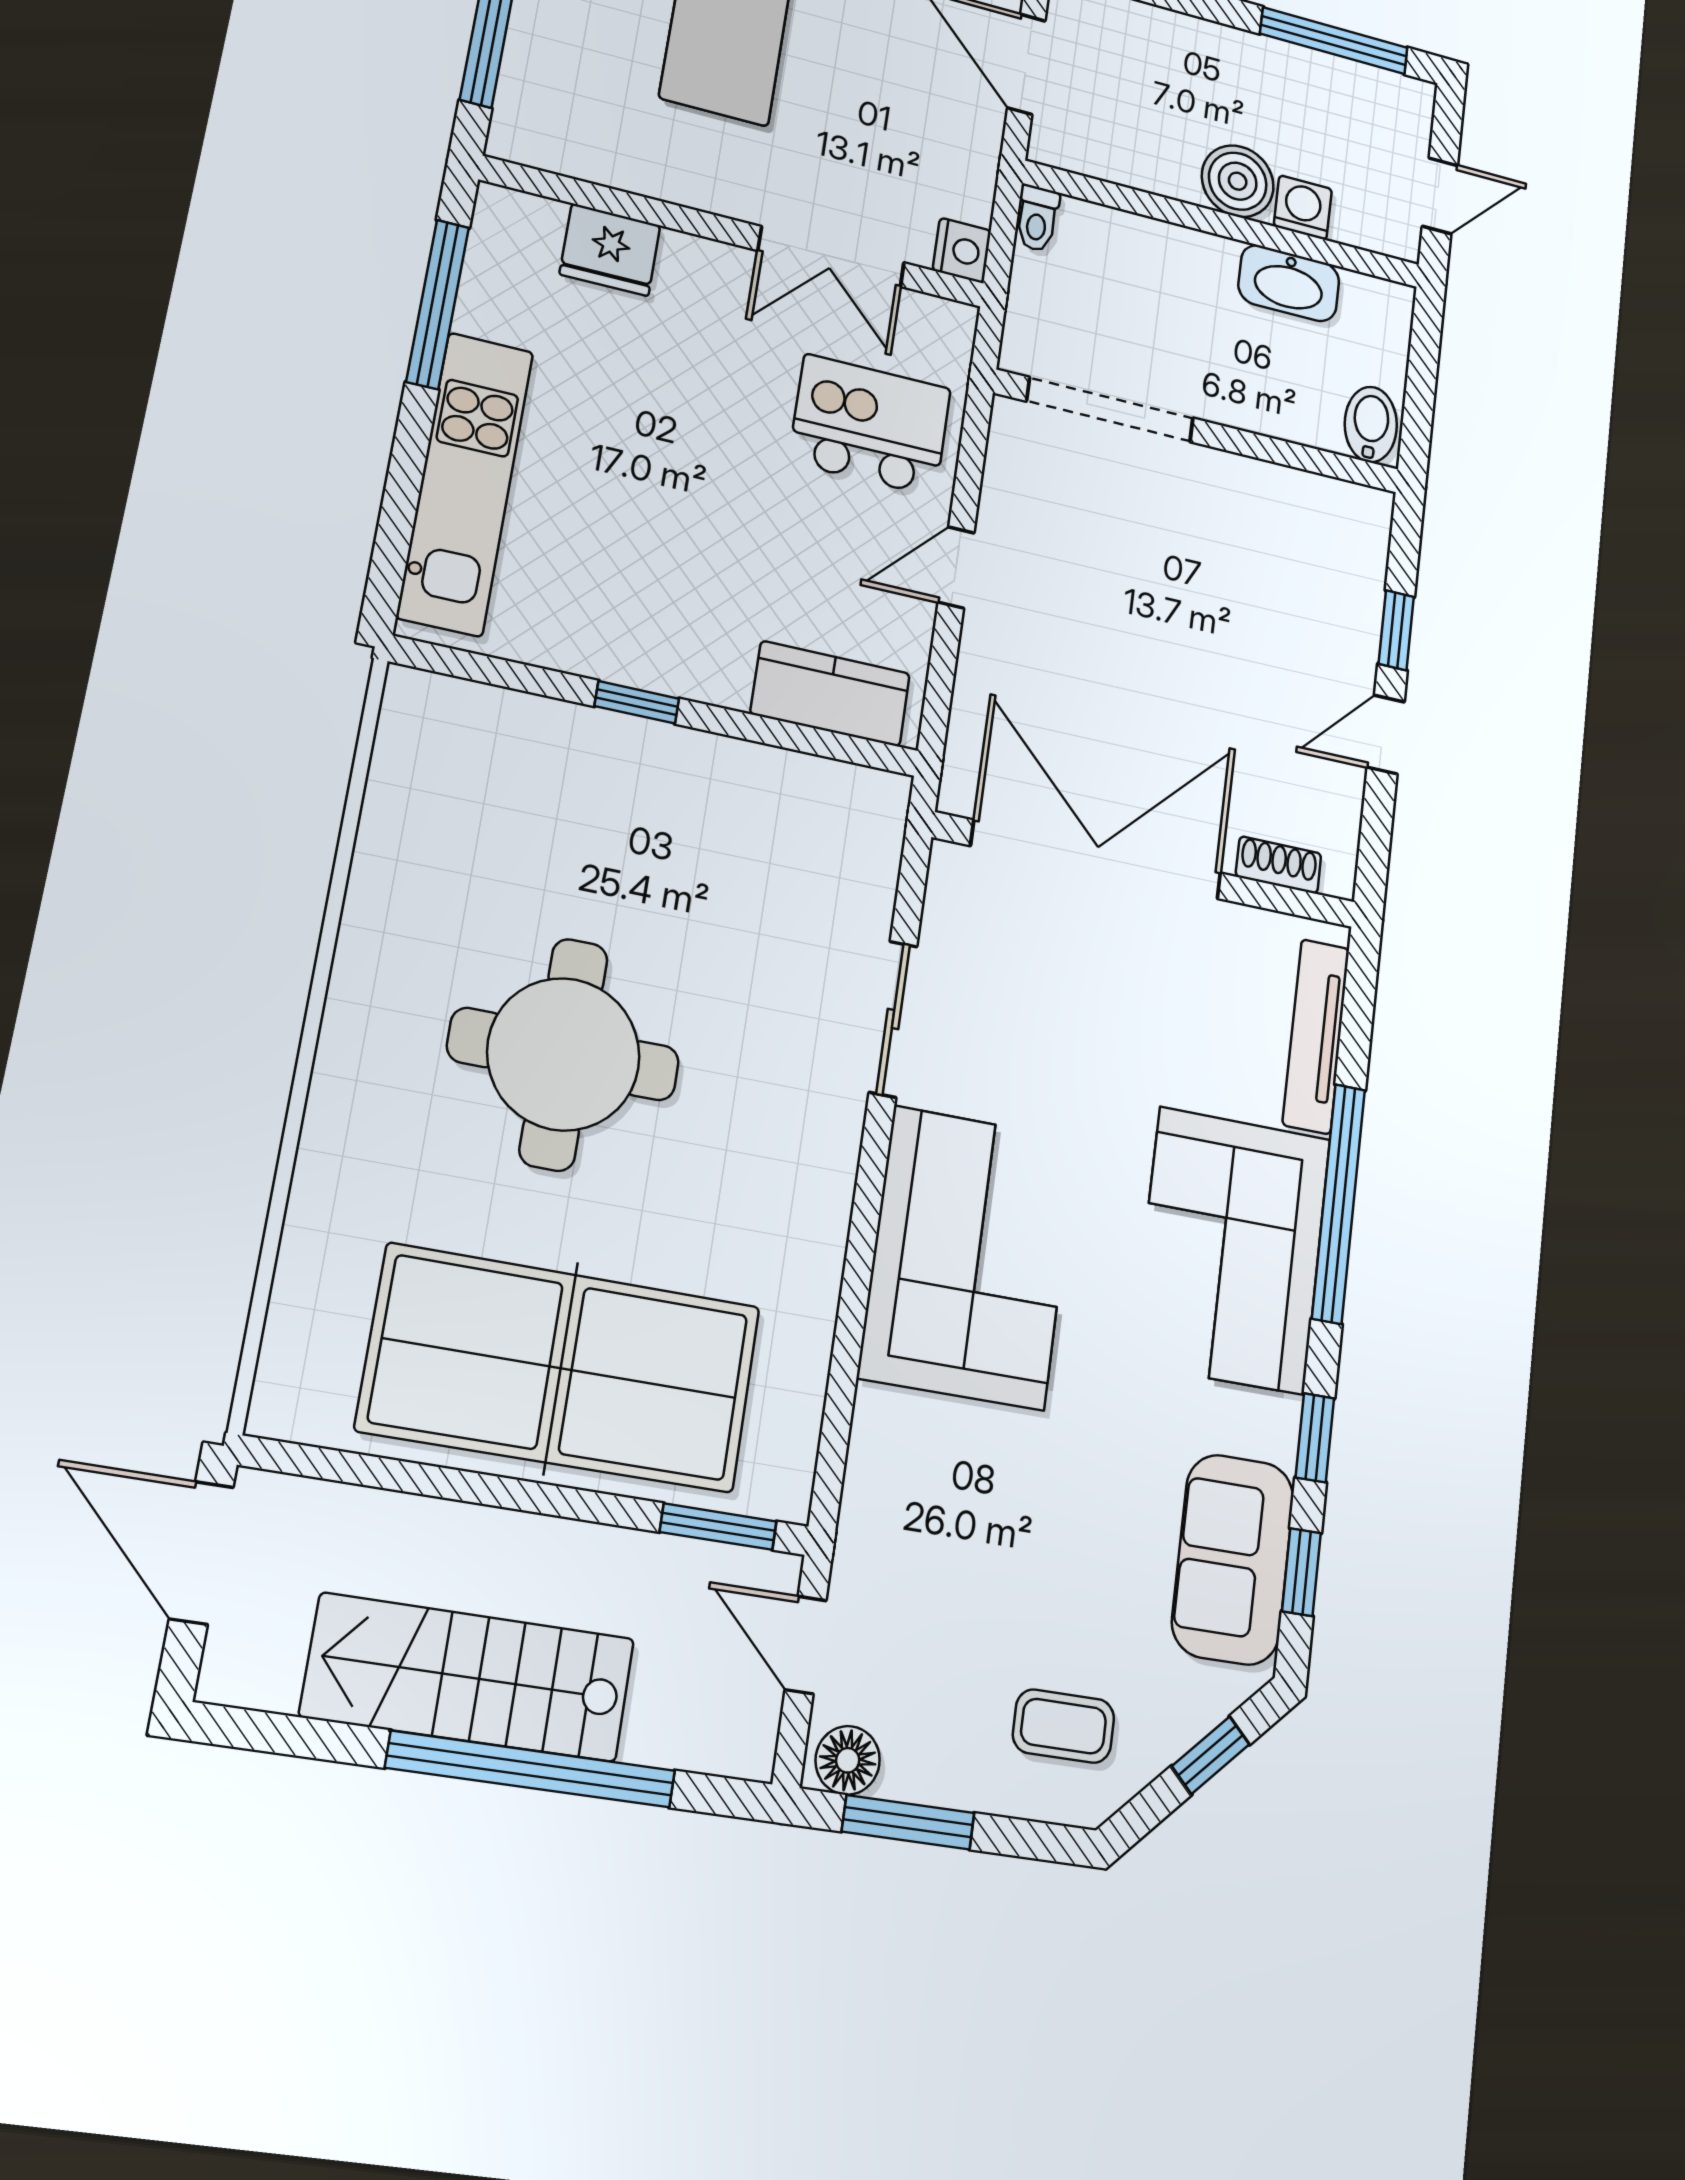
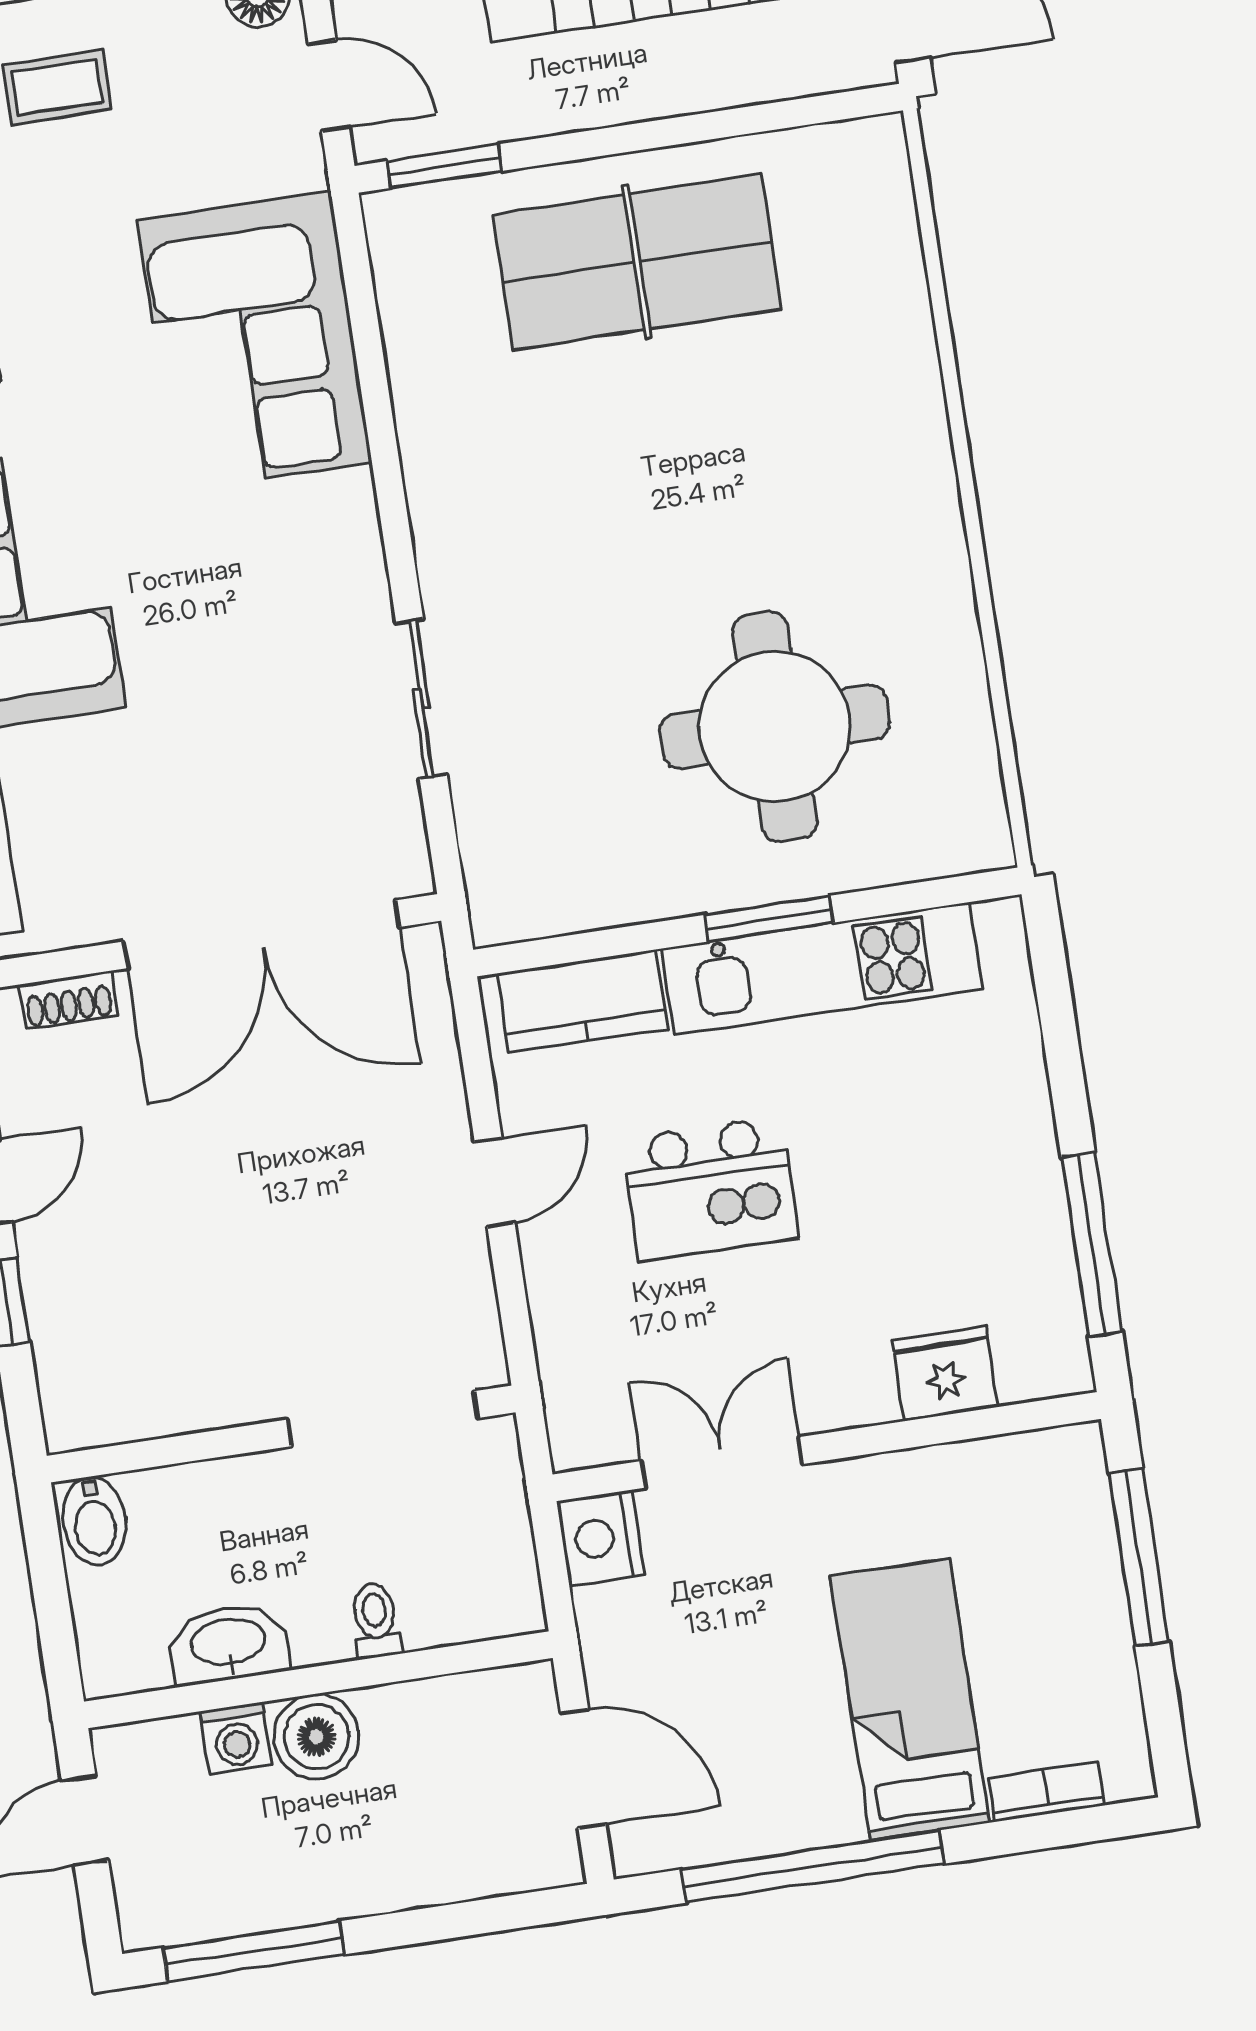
toilet: (1037, 218) -> (376, 1620), moved
nightstand: (962, 250) -> (601, 1538), width x1.36, depth x1.33
kitchen island: (870, 425) -> (710, 1189), moved
kitchen unit: (465, 483) -> (822, 969), moved, turned -90
window: (637, 702) -> (769, 919), width x1.50
round table: (564, 1054) -> (775, 727), moved
corner sofa: (969, 1257) -> (255, 341), moved
table tennis table: (561, 1368) -> (637, 262), width x0.73, depth x0.76

